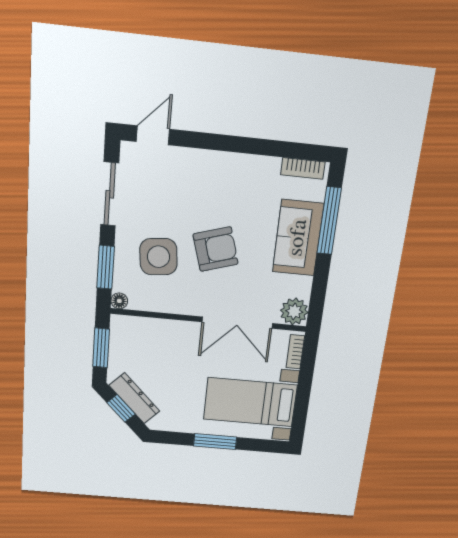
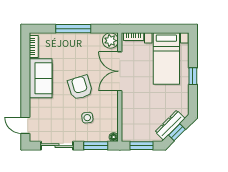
window: (329, 221) -> (73, 29), moved
sofa: (298, 238) -> (41, 78), moved, turned -90
side table: (159, 257) -> (87, 118), width x0.54, depth x0.54
double door: (237, 323) -> (120, 71), swing flipped
window: (215, 442) -> (193, 76), width x0.67

